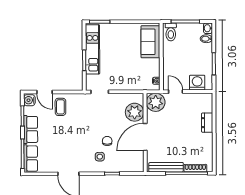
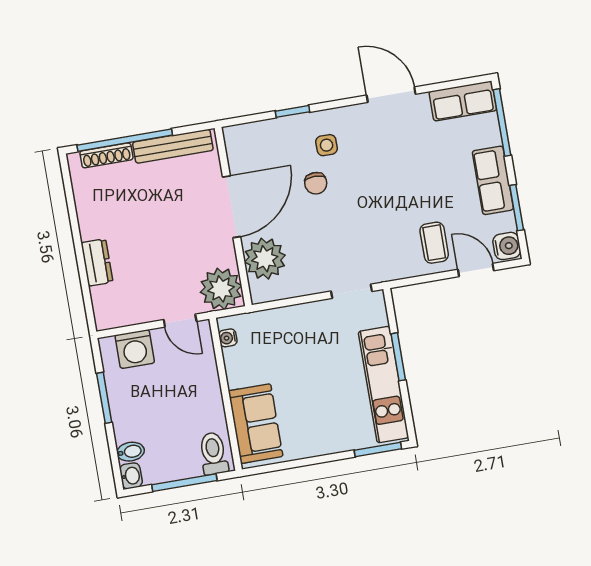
row of seats: (31, 159) -> (463, 101), moved, turned -90

